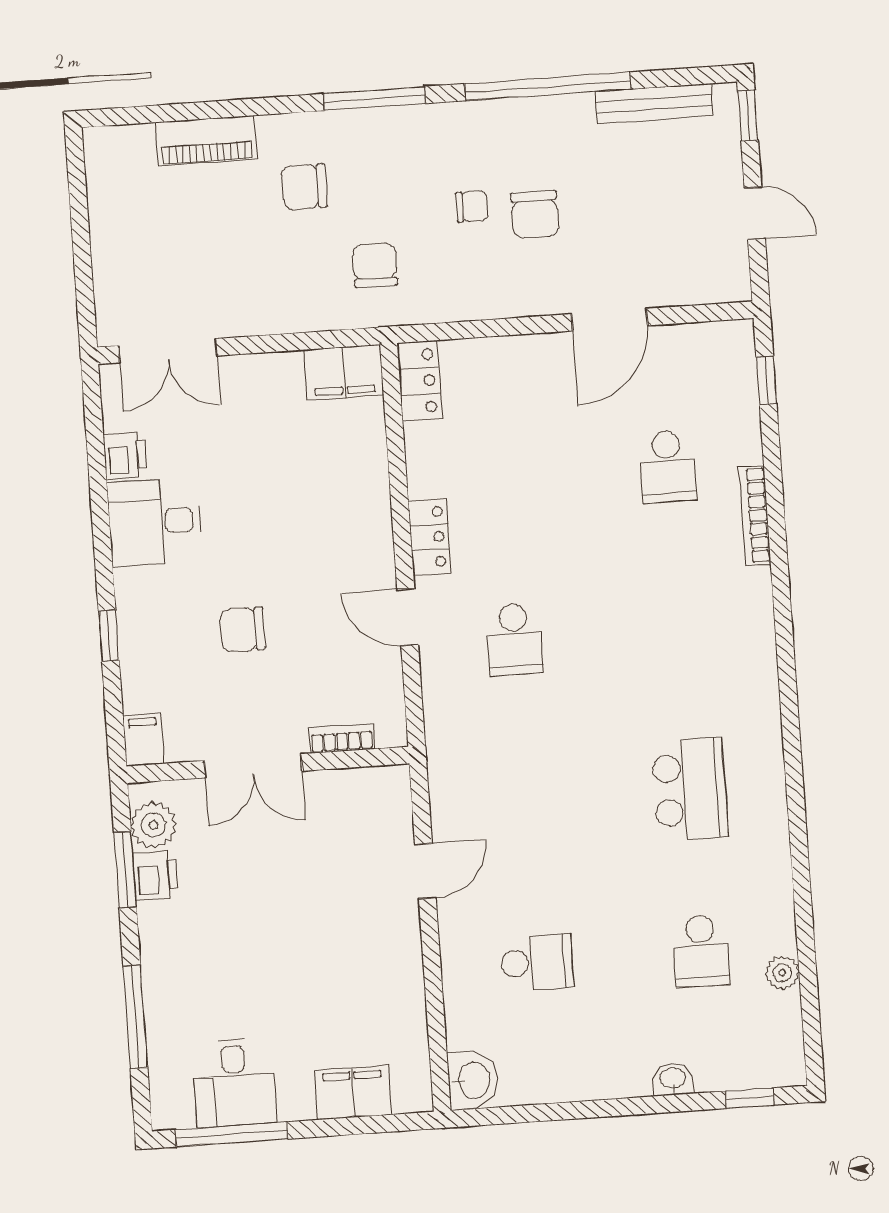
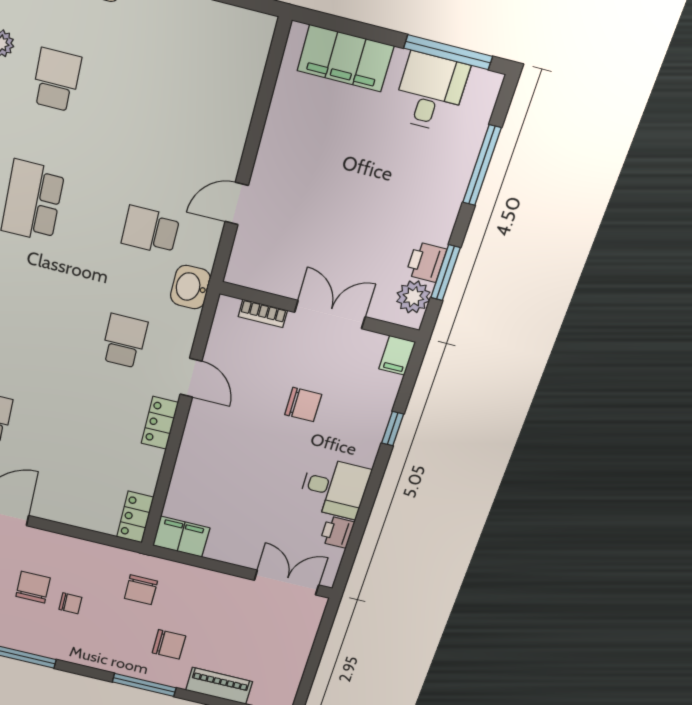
window: (375, 99) -> (144, 685), moved
chair: (472, 206) -> (70, 603), turned 180
school desk: (537, 962) -> (150, 230), moved
washbasin: (473, 1080) -> (190, 287), moved
filing cabinet: (353, 1093) -> (345, 58), width x1.50, depth x1.17

